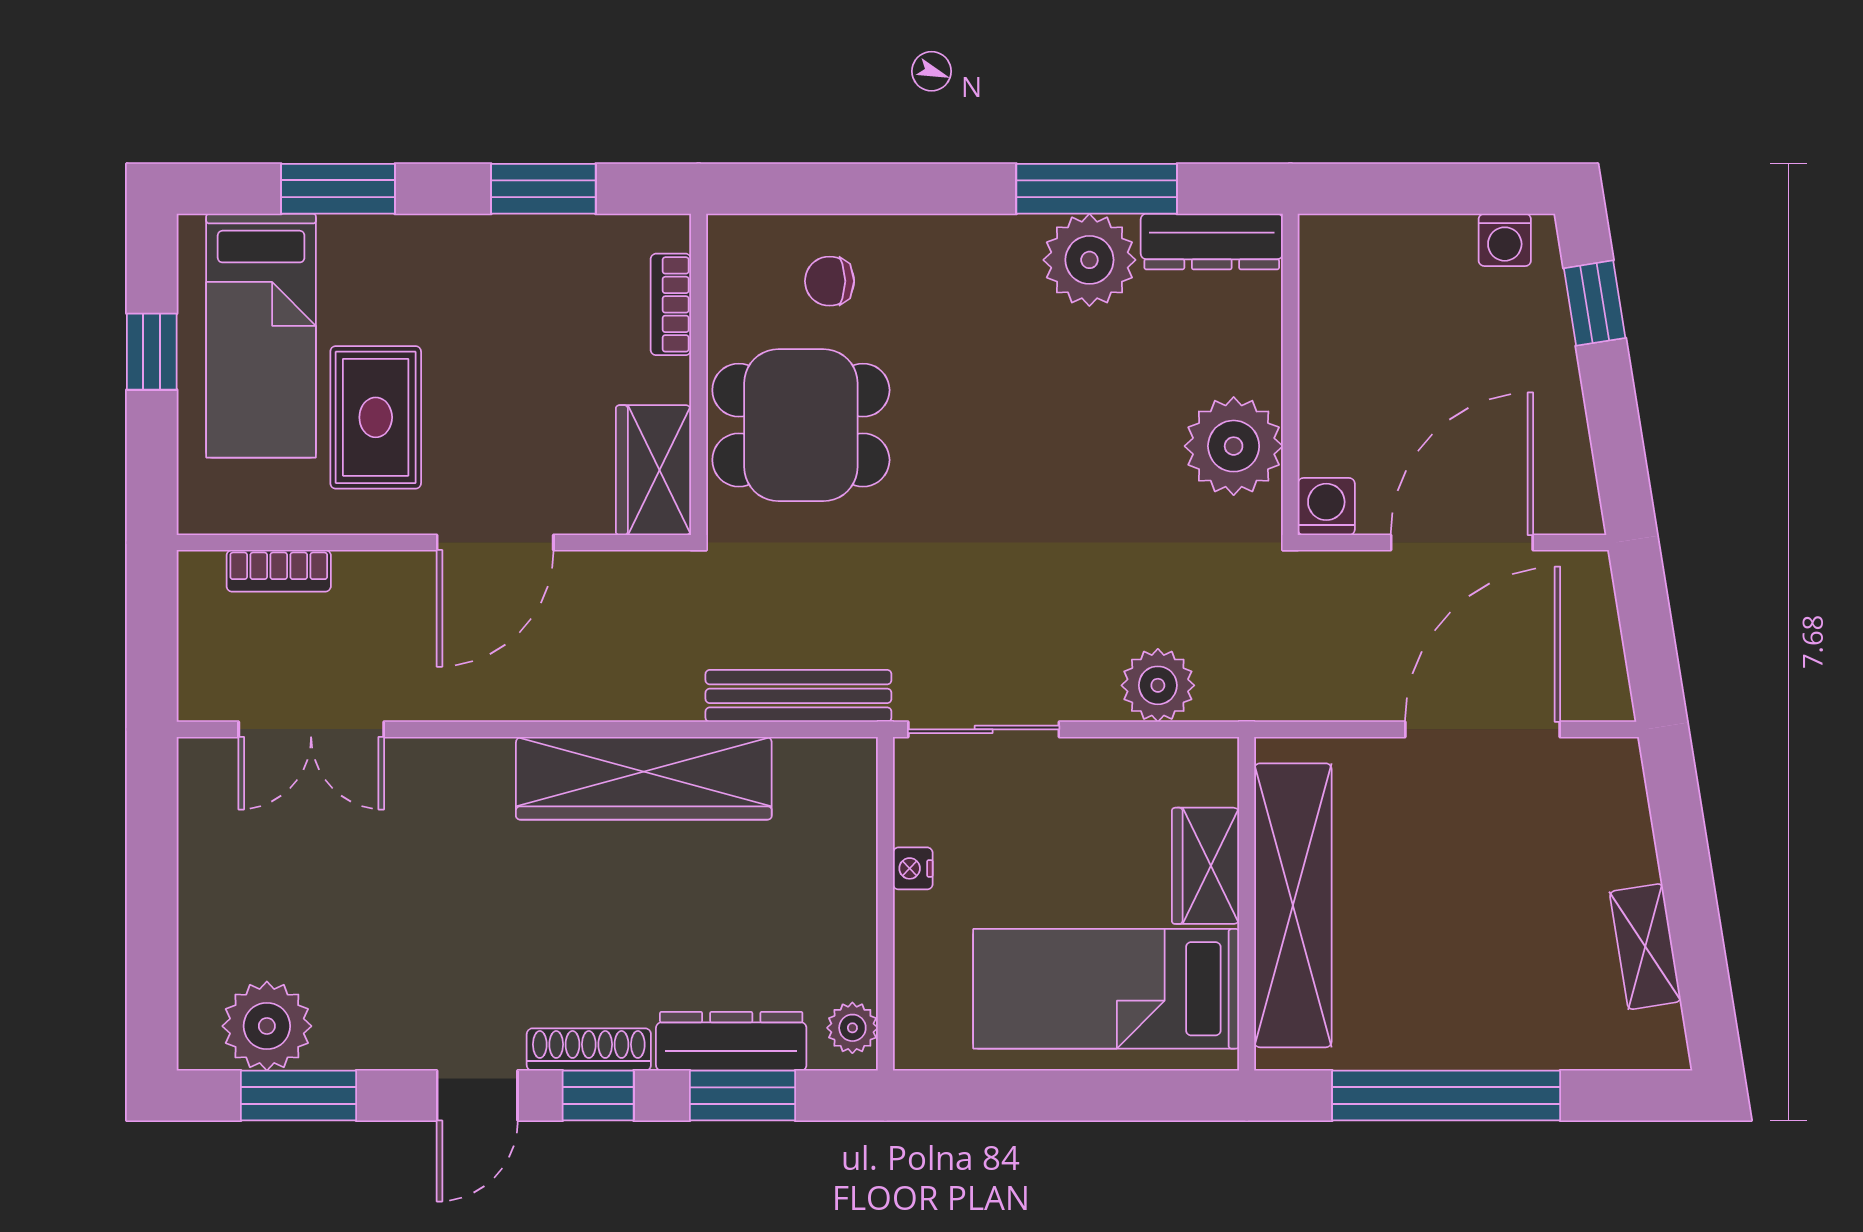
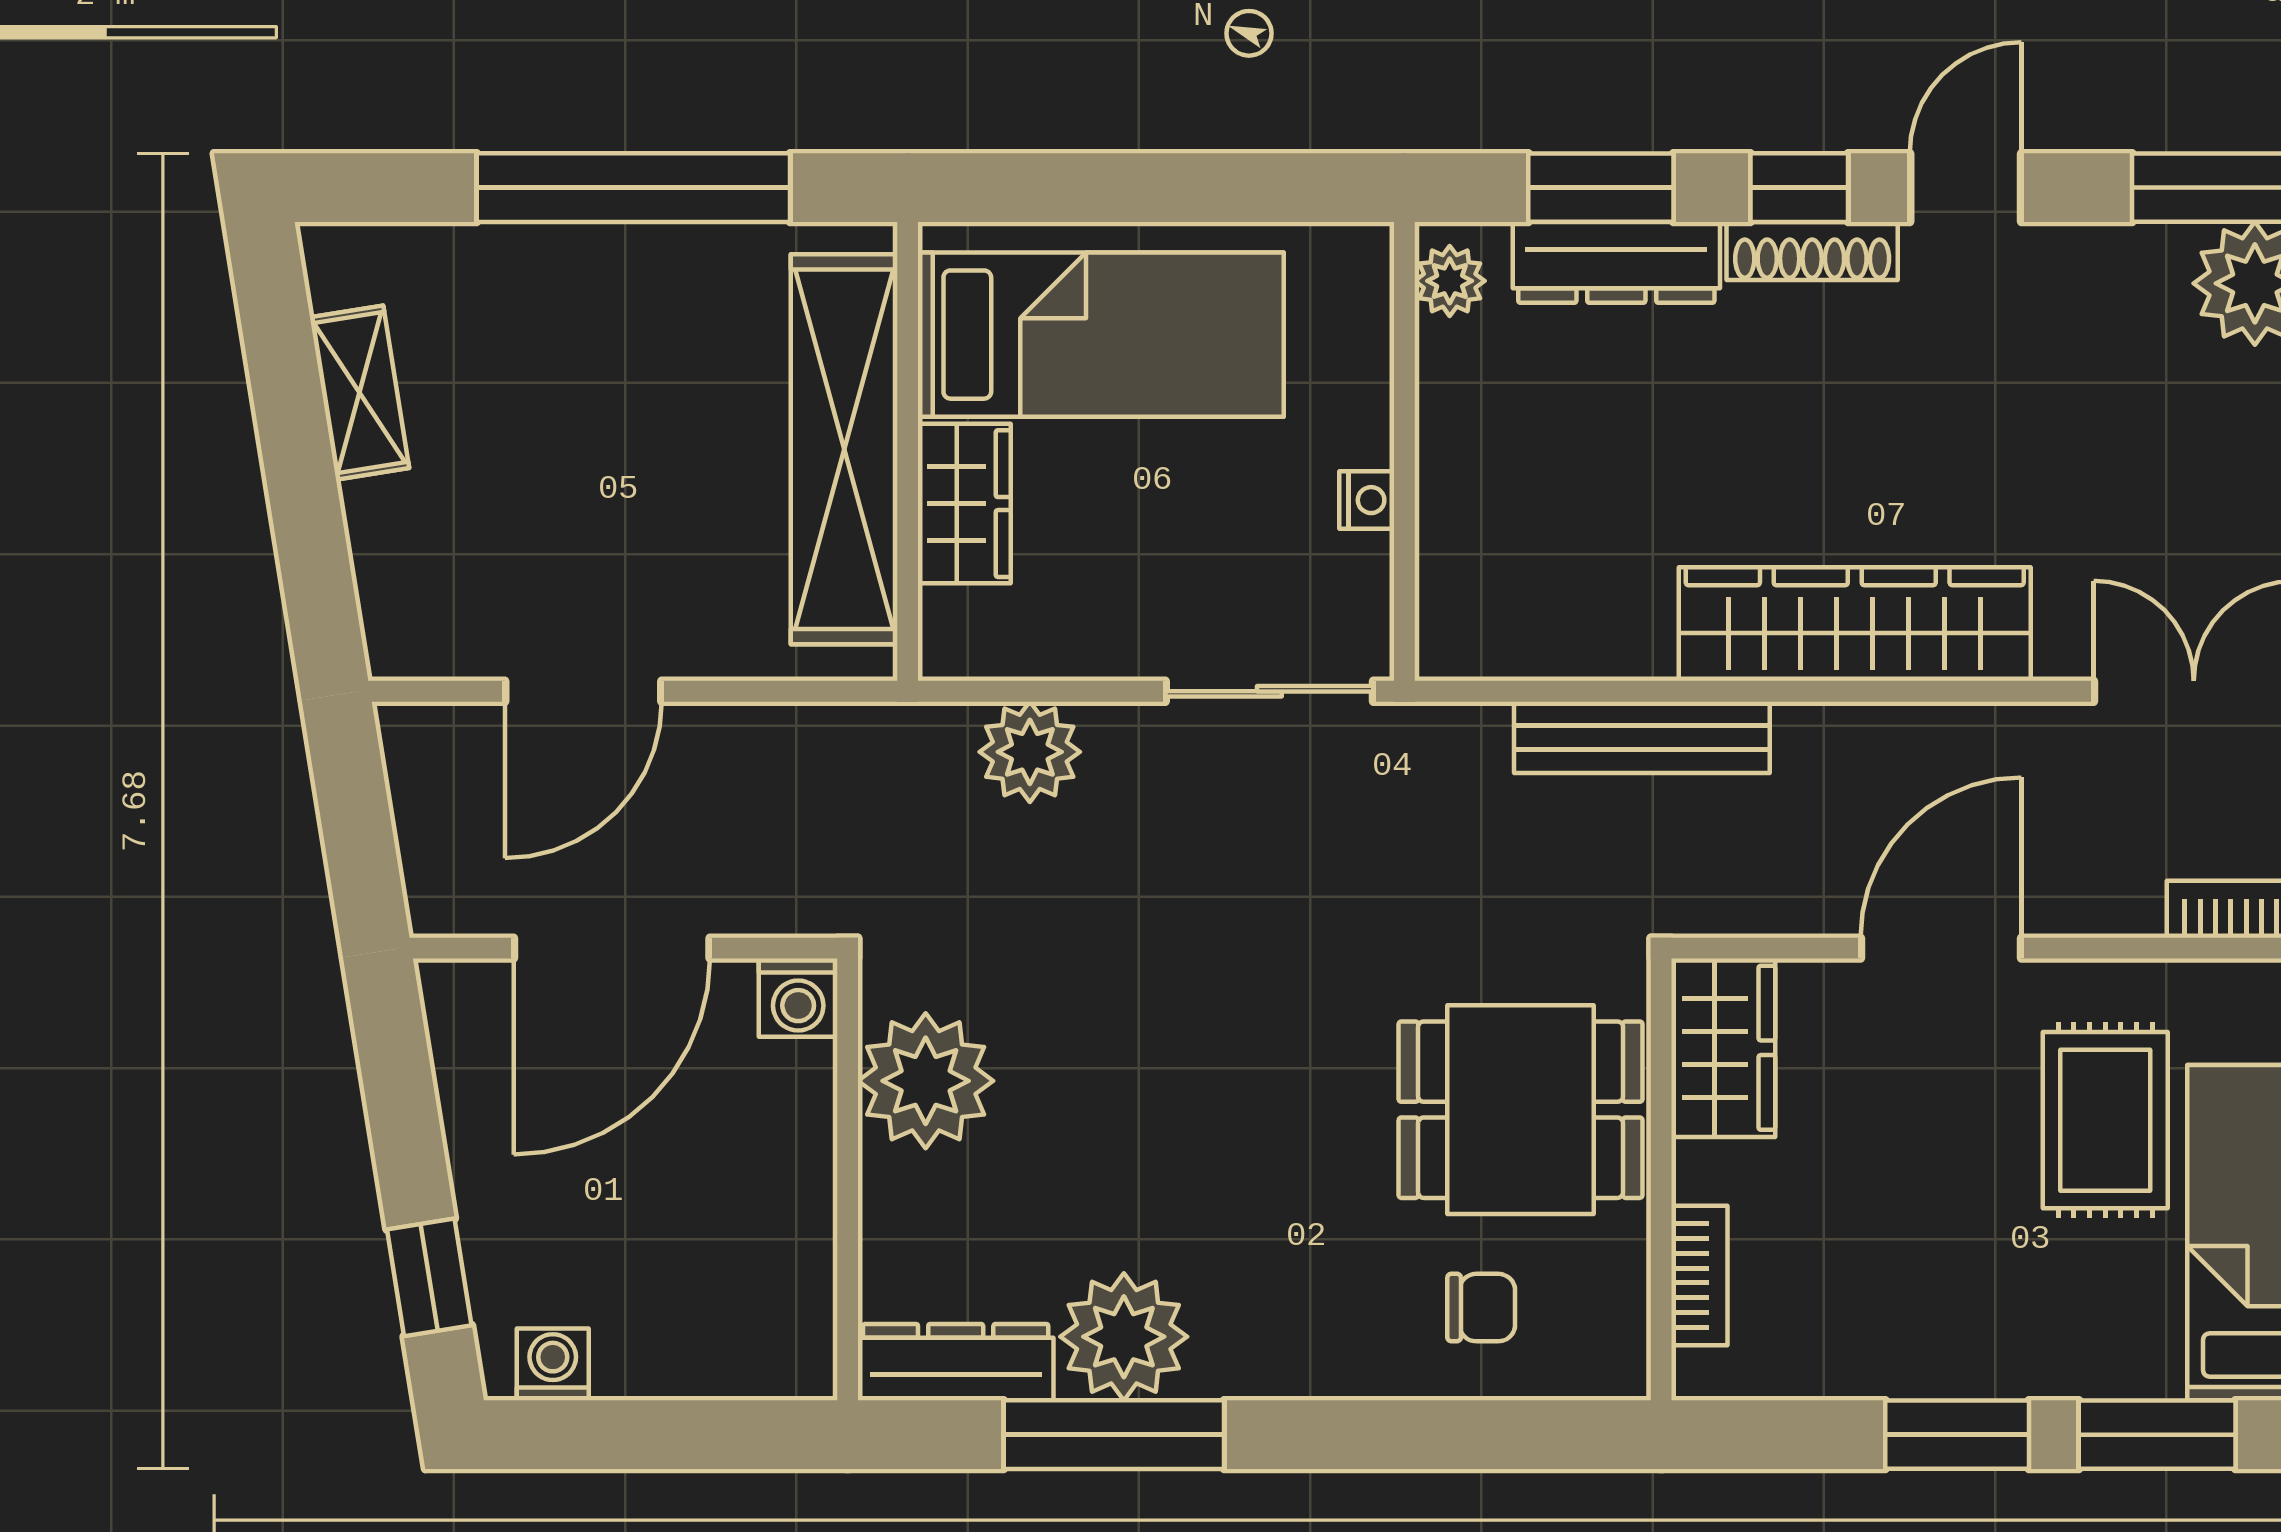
window: (543, 189) -> (1957, 1435), moved
bench: (798, 696) -> (1642, 737), moved
door: (1483, 729) -> (583, 691), width x0.73
wardrobe: (644, 778) -> (1855, 624), moved

